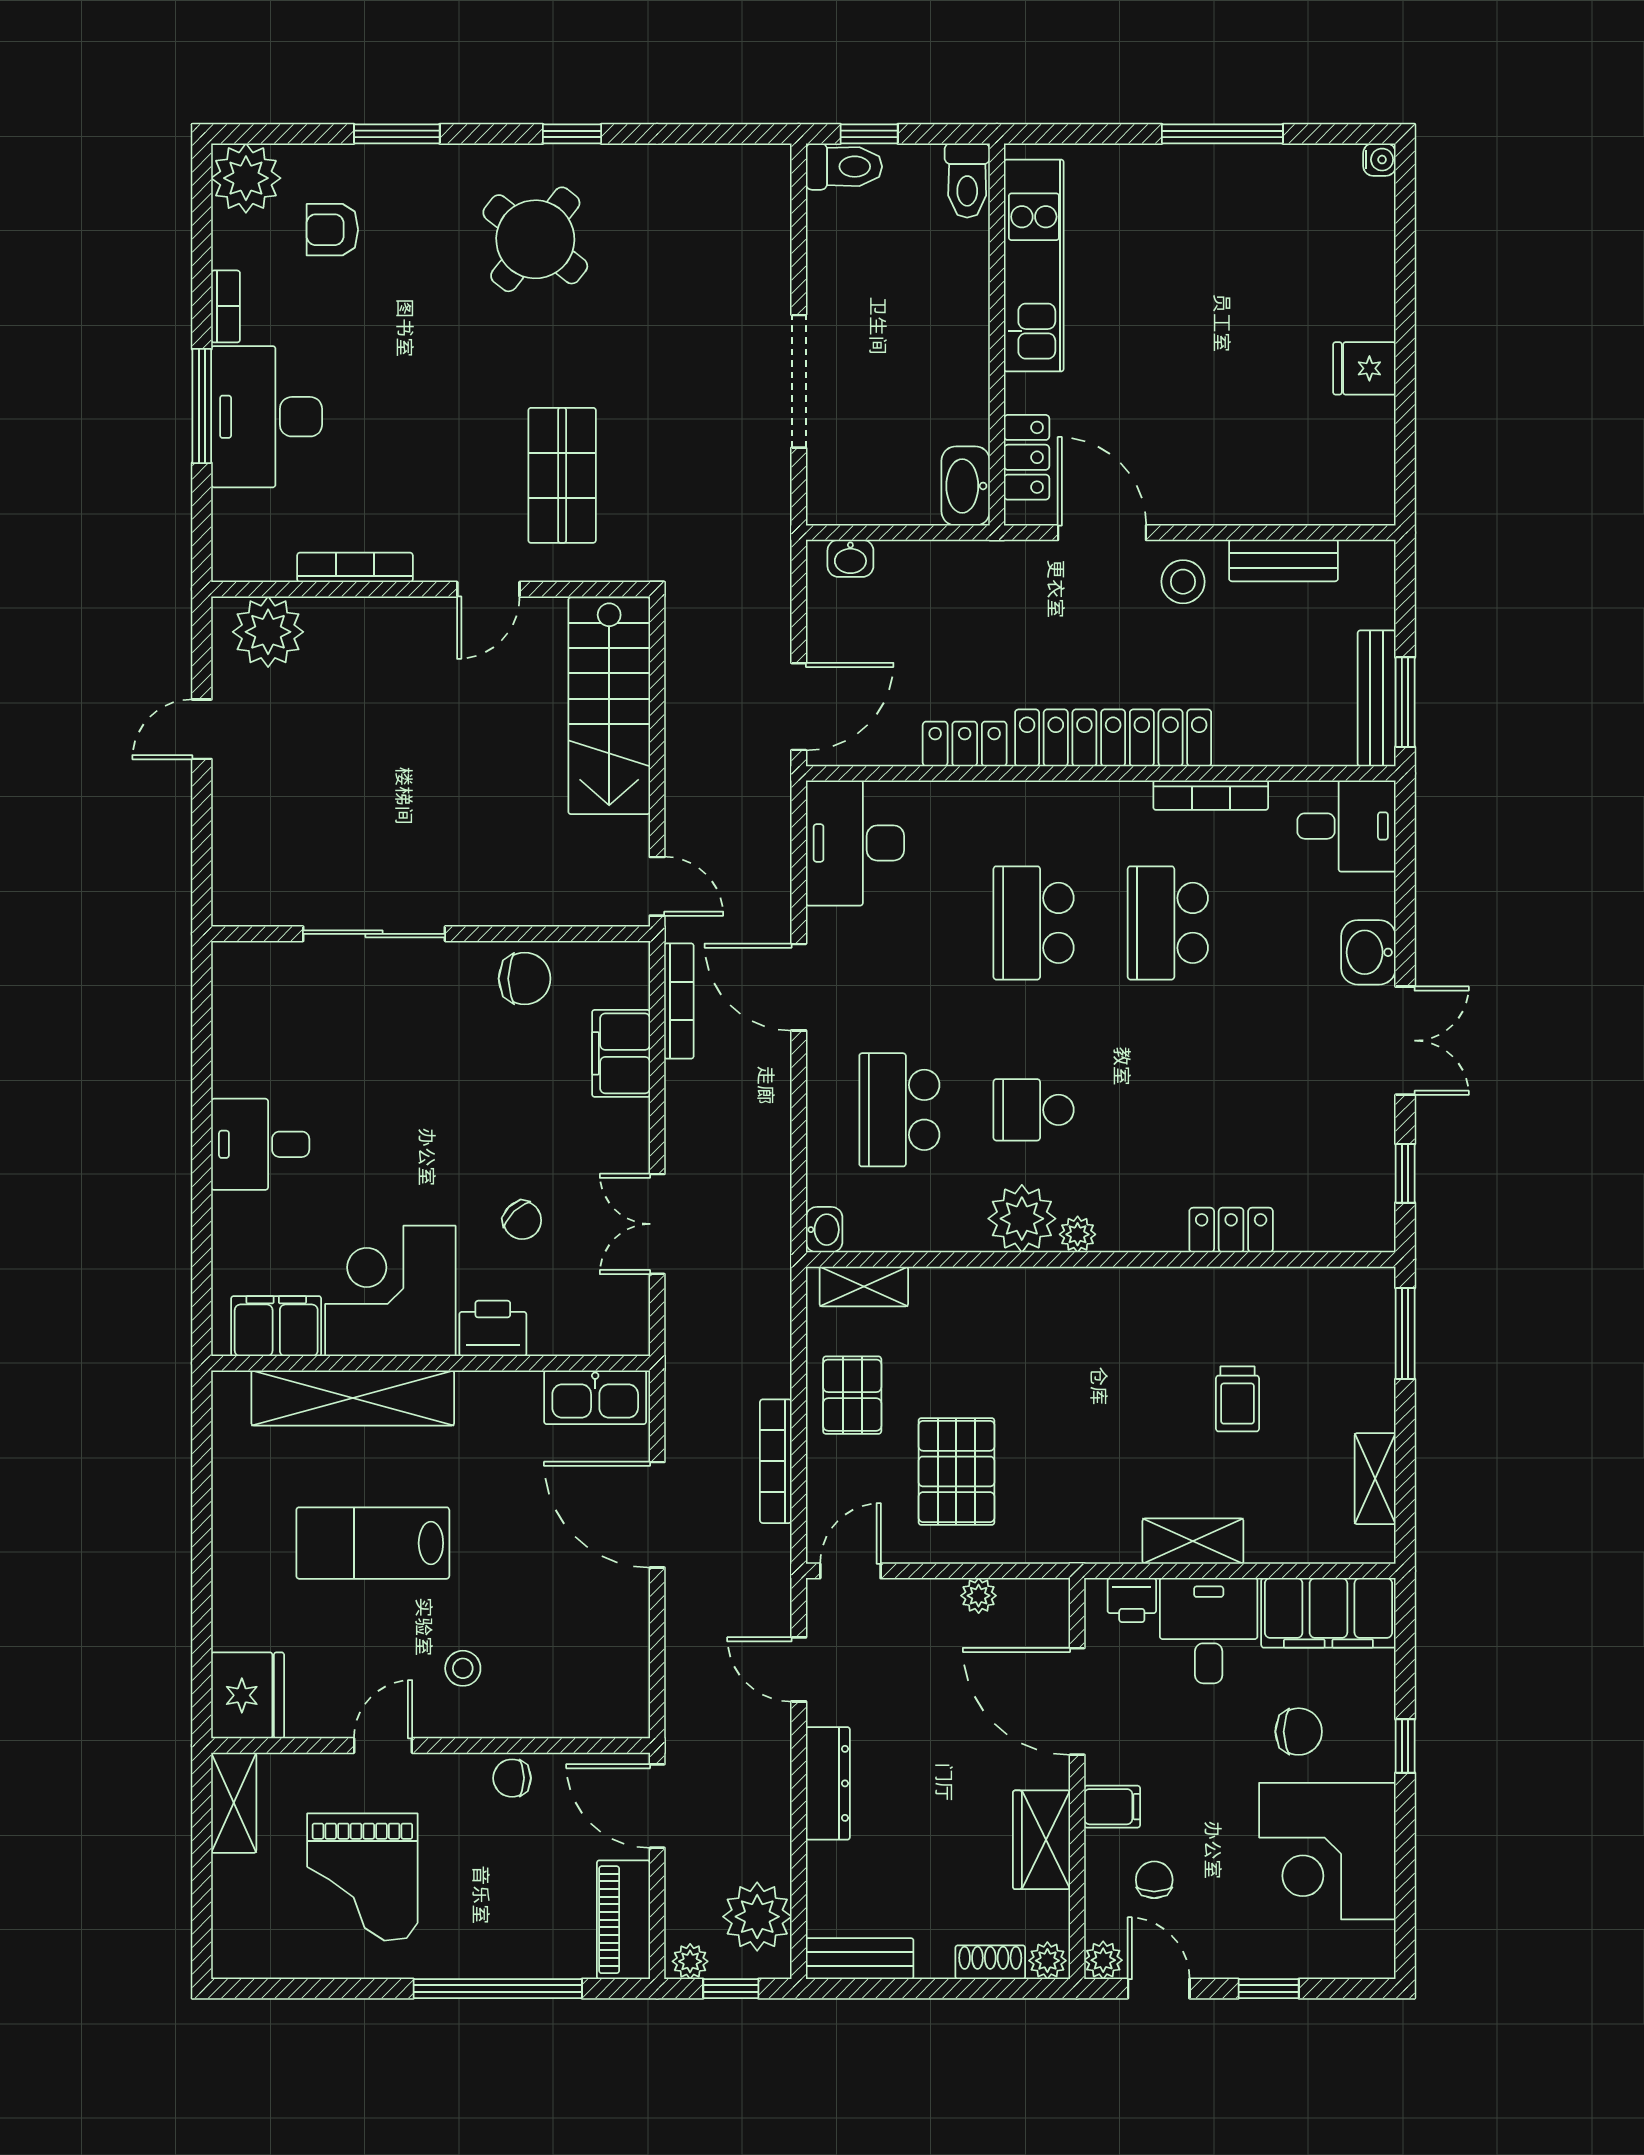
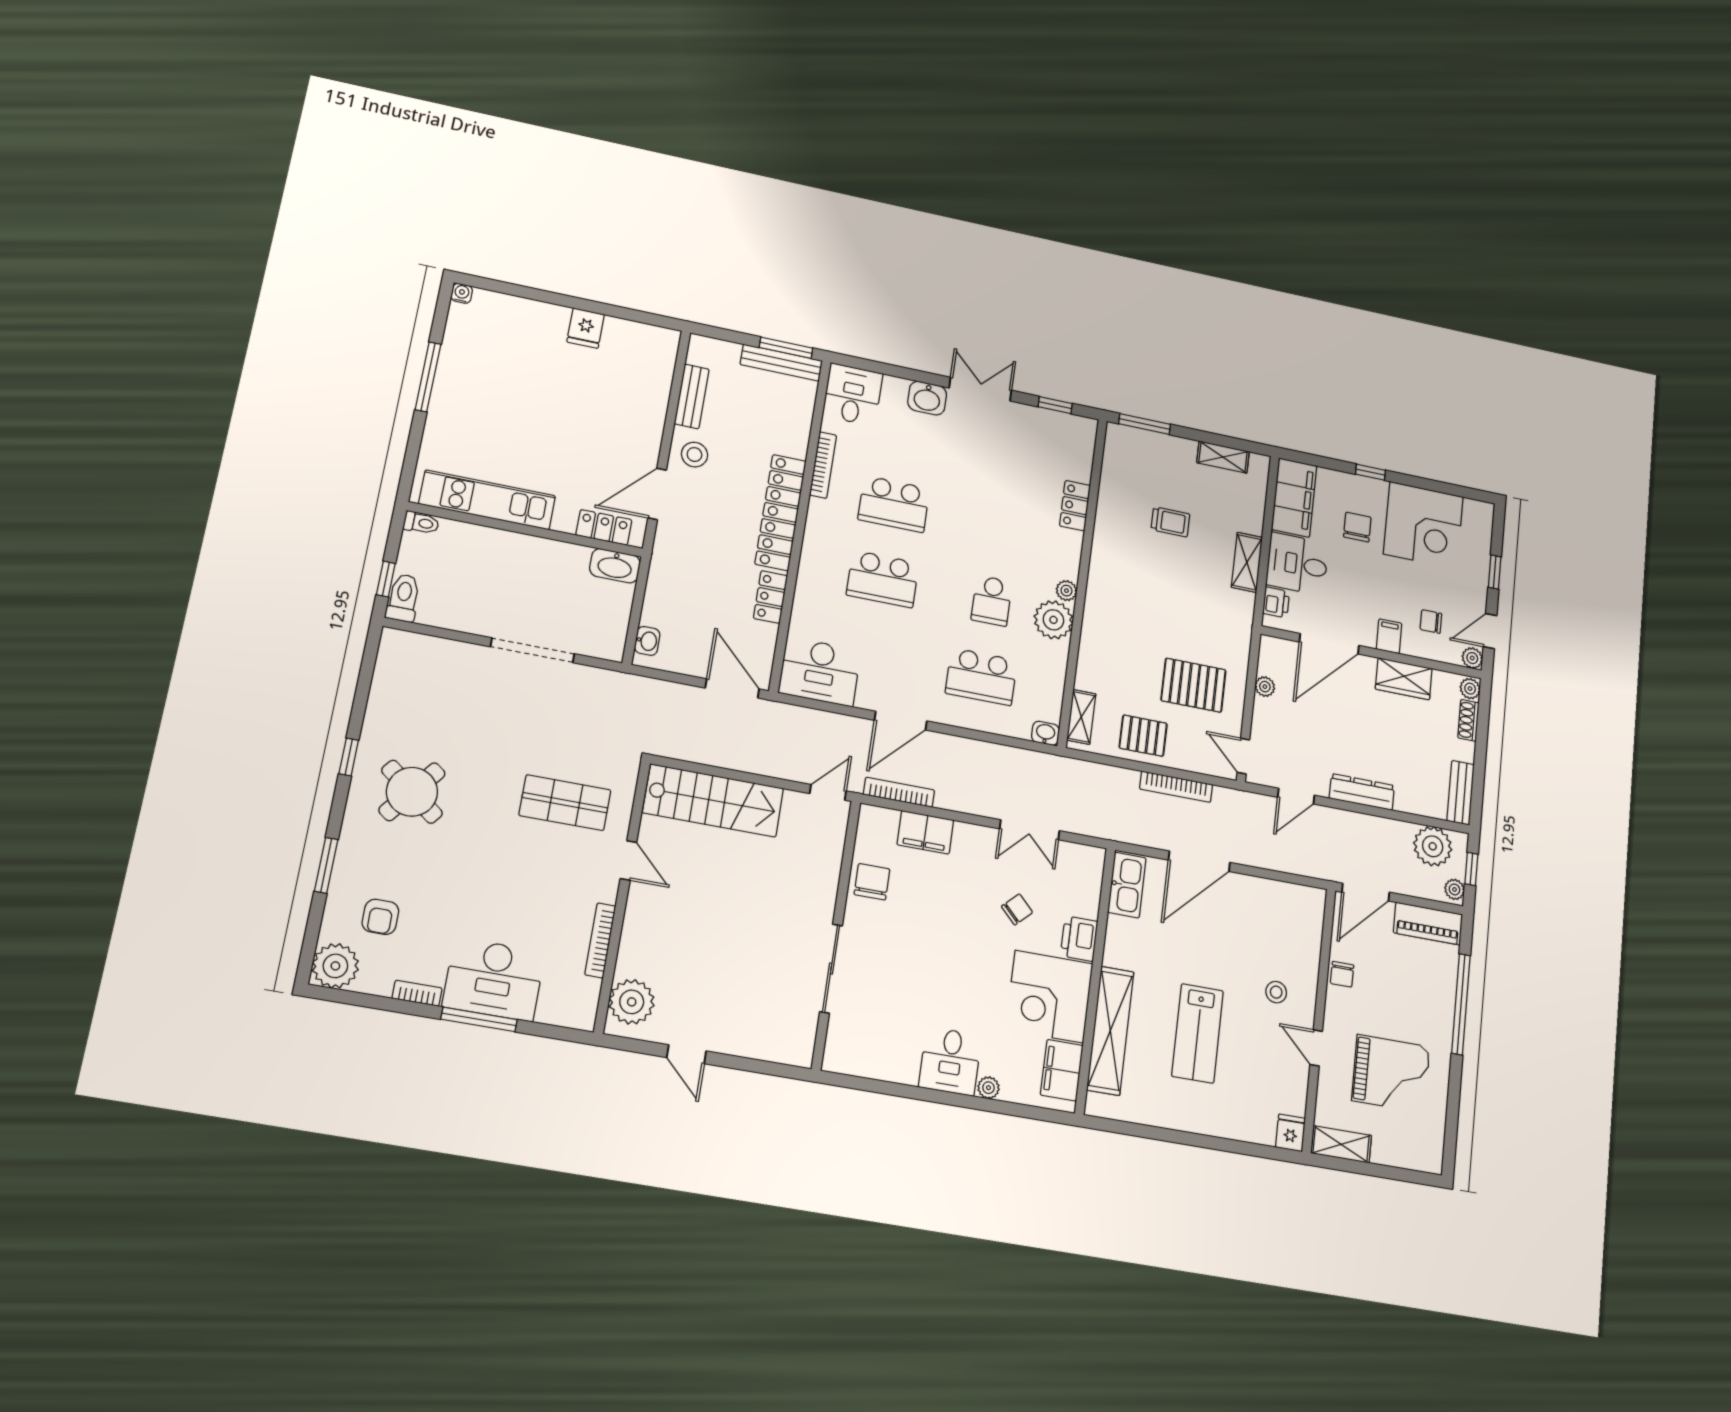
toilet: (967, 181) -> (421, 523), width x0.73, depth x0.72
plant: (229, 1211) -> (989, 1088), added
fridge: (248, 1695) -> (1290, 1133), width x0.53, depth x0.75

